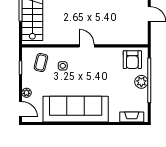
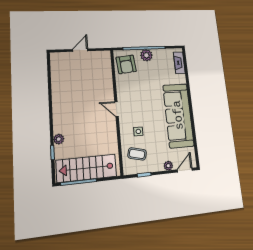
door: (87, 46) -> (116, 109), hinge flipped
armchair: (132, 60) -> (126, 64), turned 84

